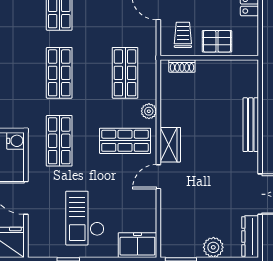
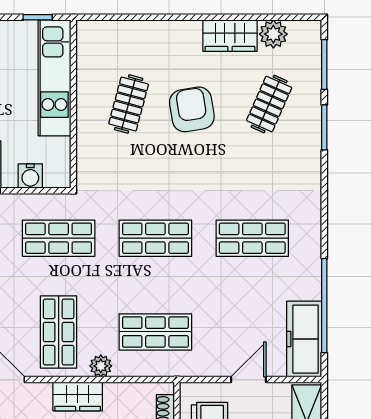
water cooler: (15, 141) -> (30, 176), moved
wardrobe: (170, 145) -> (78, 397), moved

